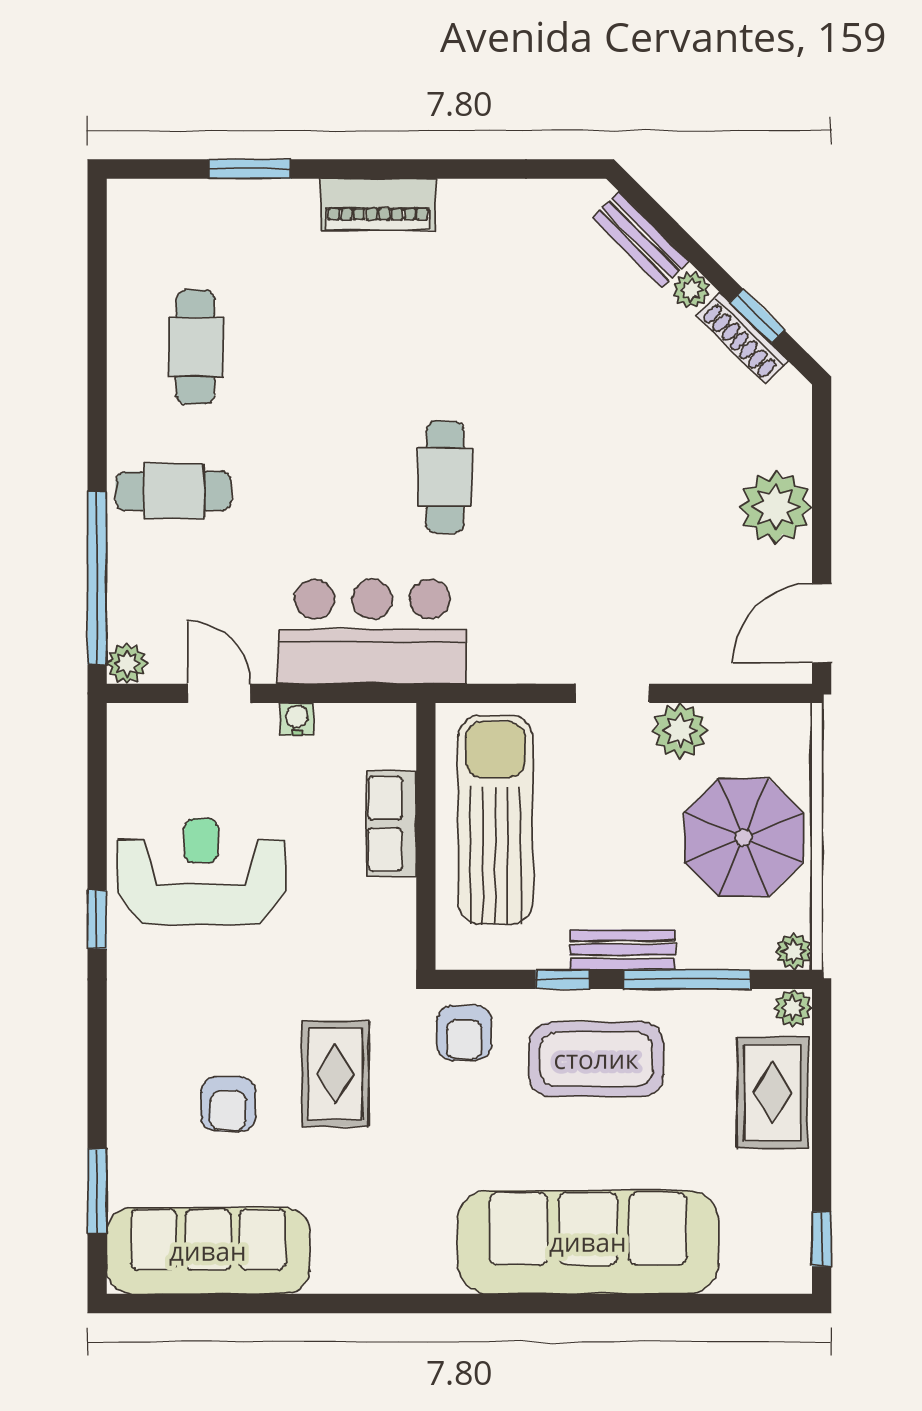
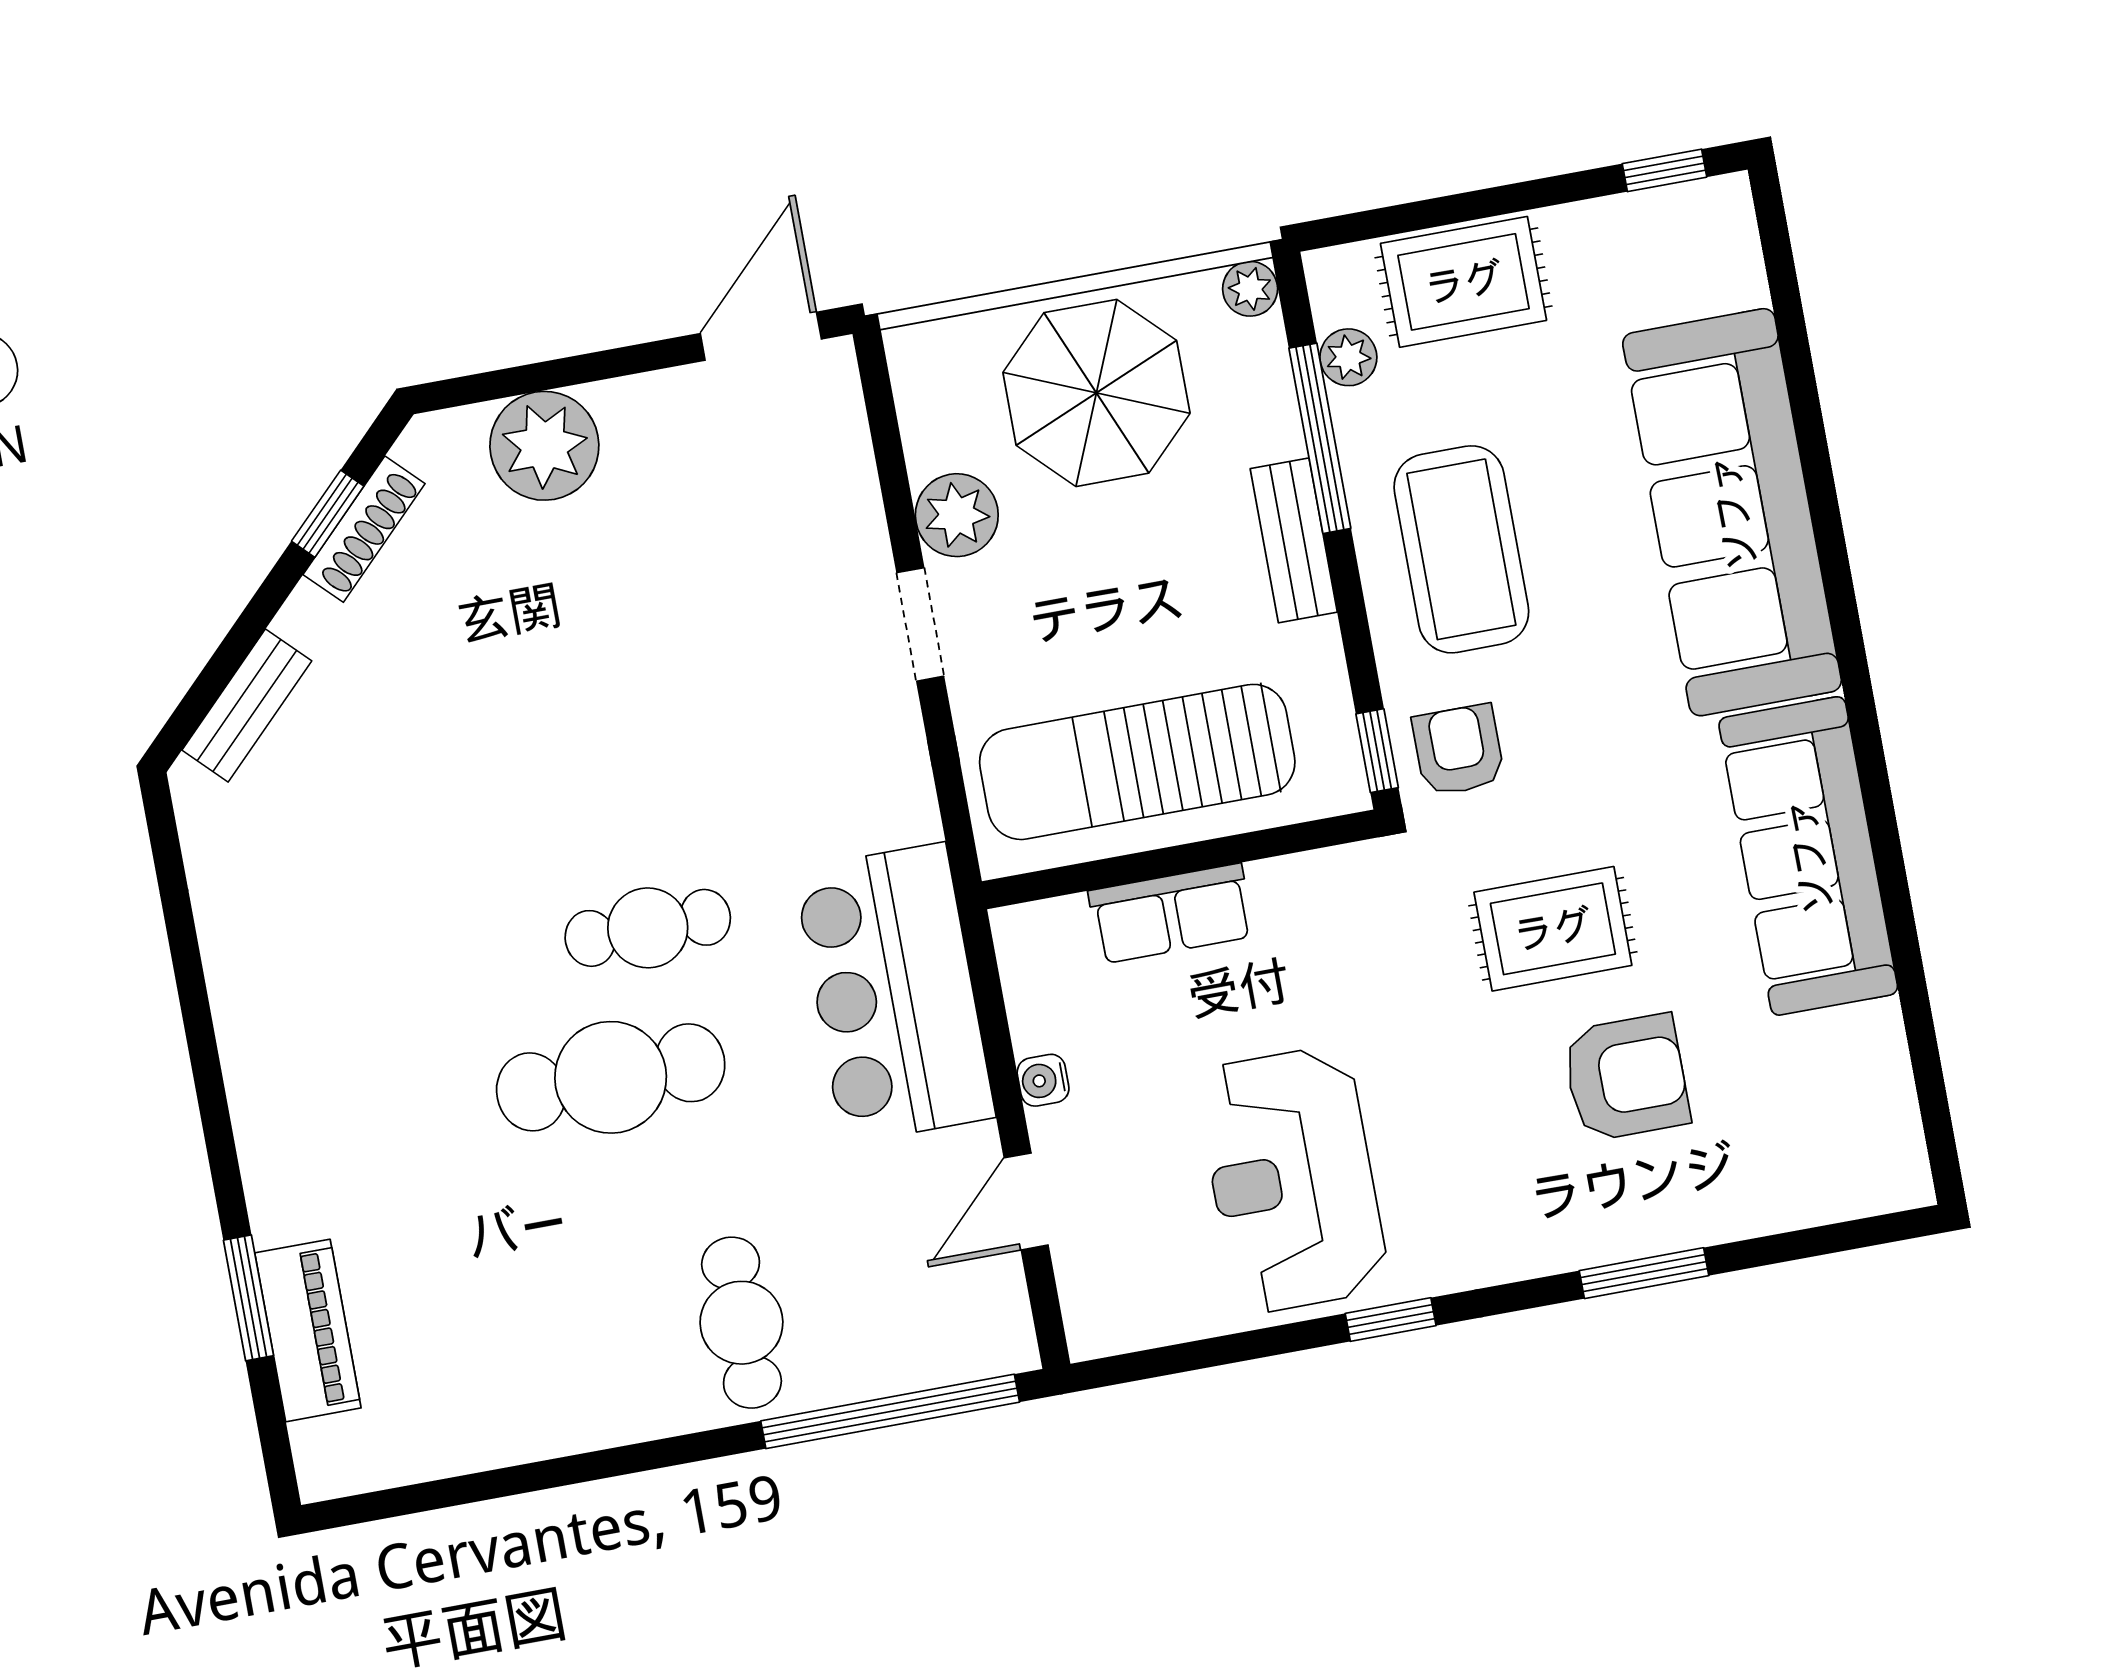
piano: (378, 204) -> (308, 1330), moved
plant: (691, 290) -> (307, 617), removed
cafe table: (196, 347) -> (611, 1077), moved, width x1.37, depth x1.35
plant: (776, 507) -> (544, 446), moved
door: (822, 623) -> (761, 336), swing flipped
plant: (127, 663) -> (1007, 1345), removed
window: (563, 979) -> (1377, 751), moved
plant: (793, 1008) -> (1348, 357), moved
armchair: (464, 1033) -> (1458, 750), turned -90
armchair: (228, 1104) -> (1626, 1077), width x1.38, depth x1.38
window: (97, 1191) -> (1644, 1273), moved
sofa: (208, 1251) -> (1808, 856), moved

